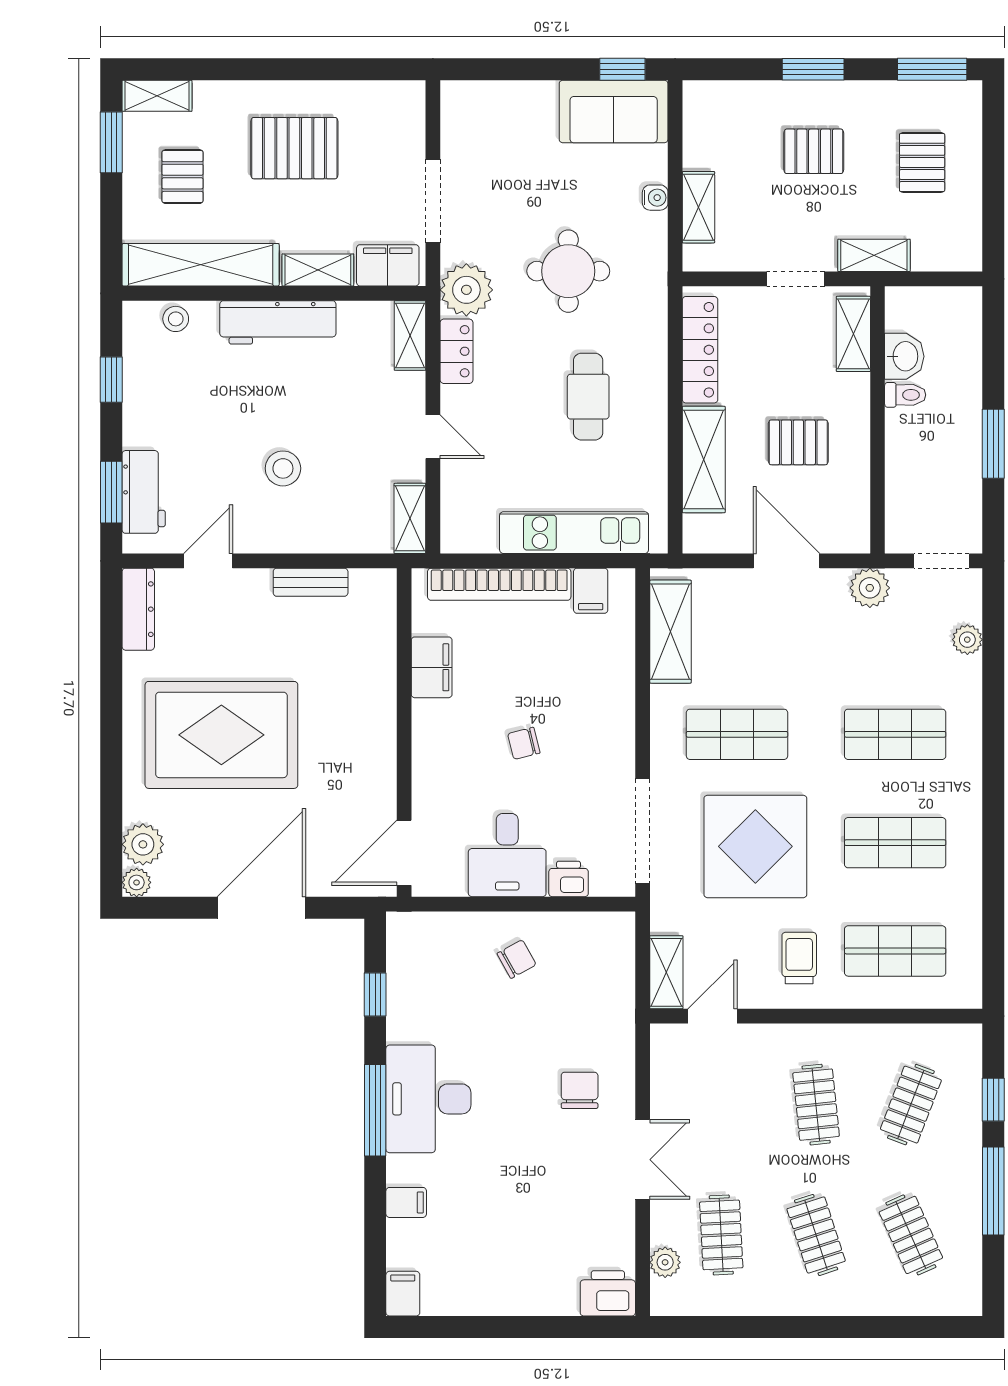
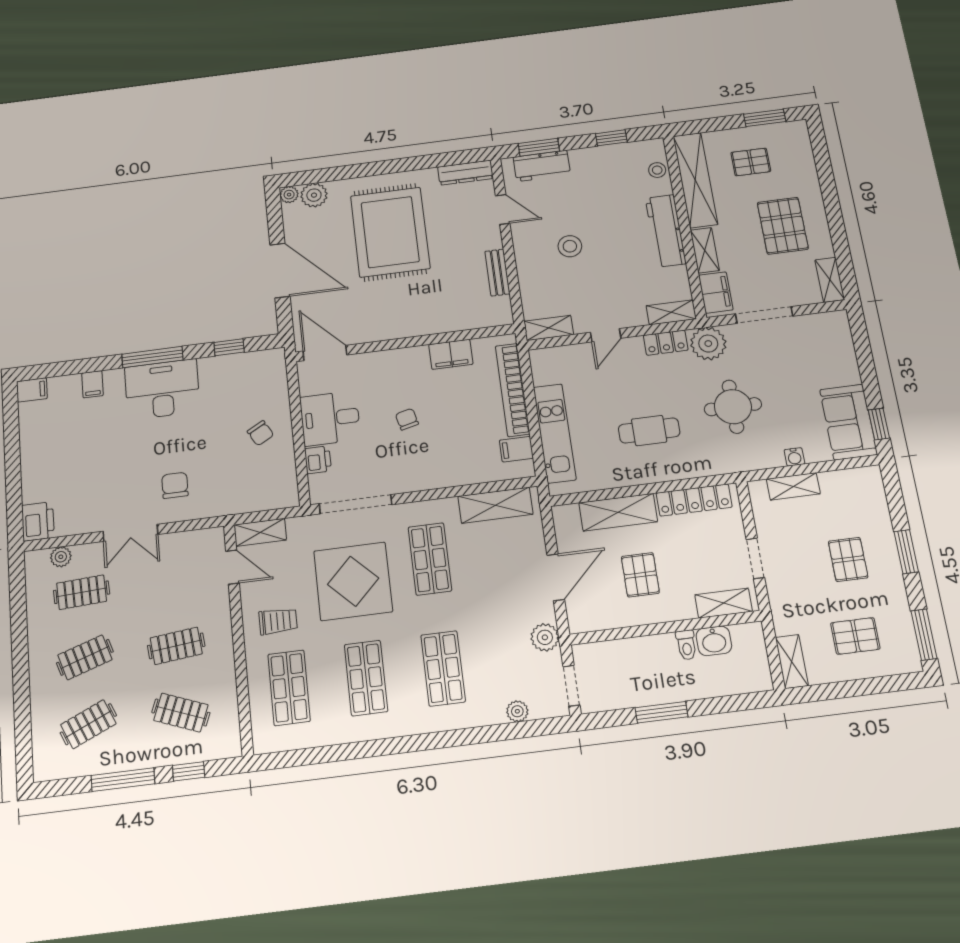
shelving: (157, 96) -> (830, 280), moved
shelving: (874, 255) -> (792, 661), moved
chair: (580, 1090) -> (175, 485), turned -90

